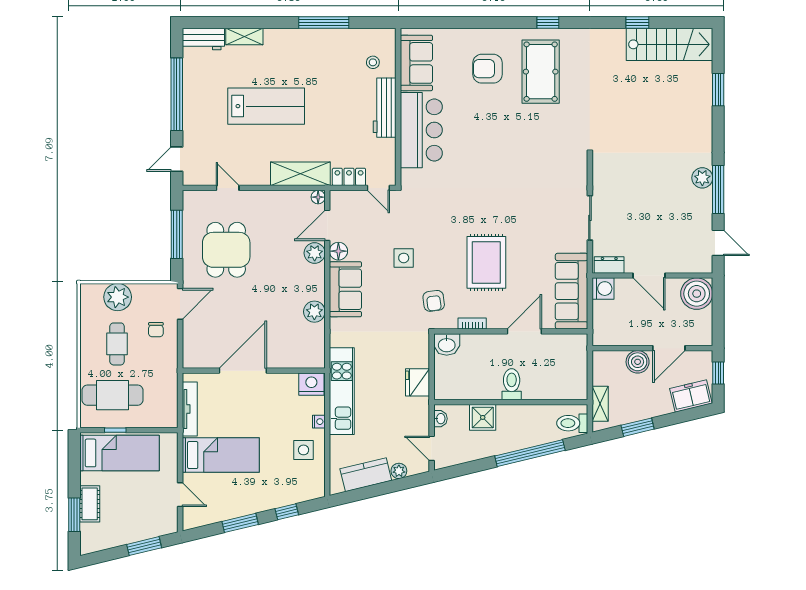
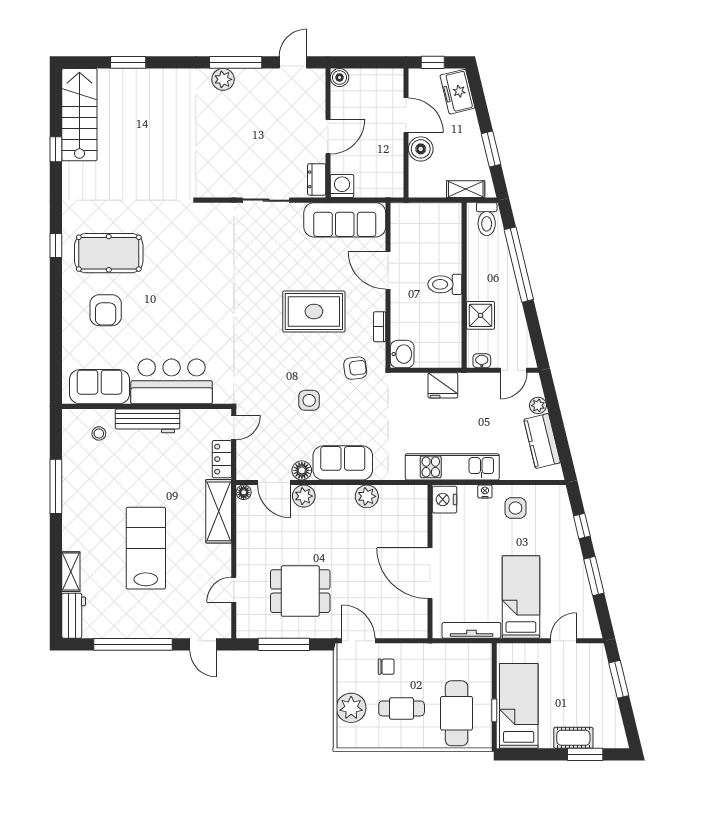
boiler: (697, 294) -> (340, 77), width x0.54, depth x0.54

